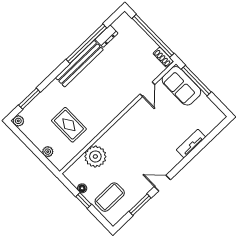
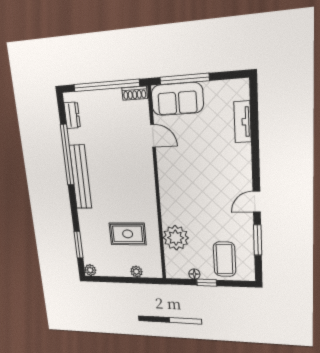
dresser: (107, 36) -> (72, 115), moved
tv unit: (191, 144) -> (243, 122), moved

